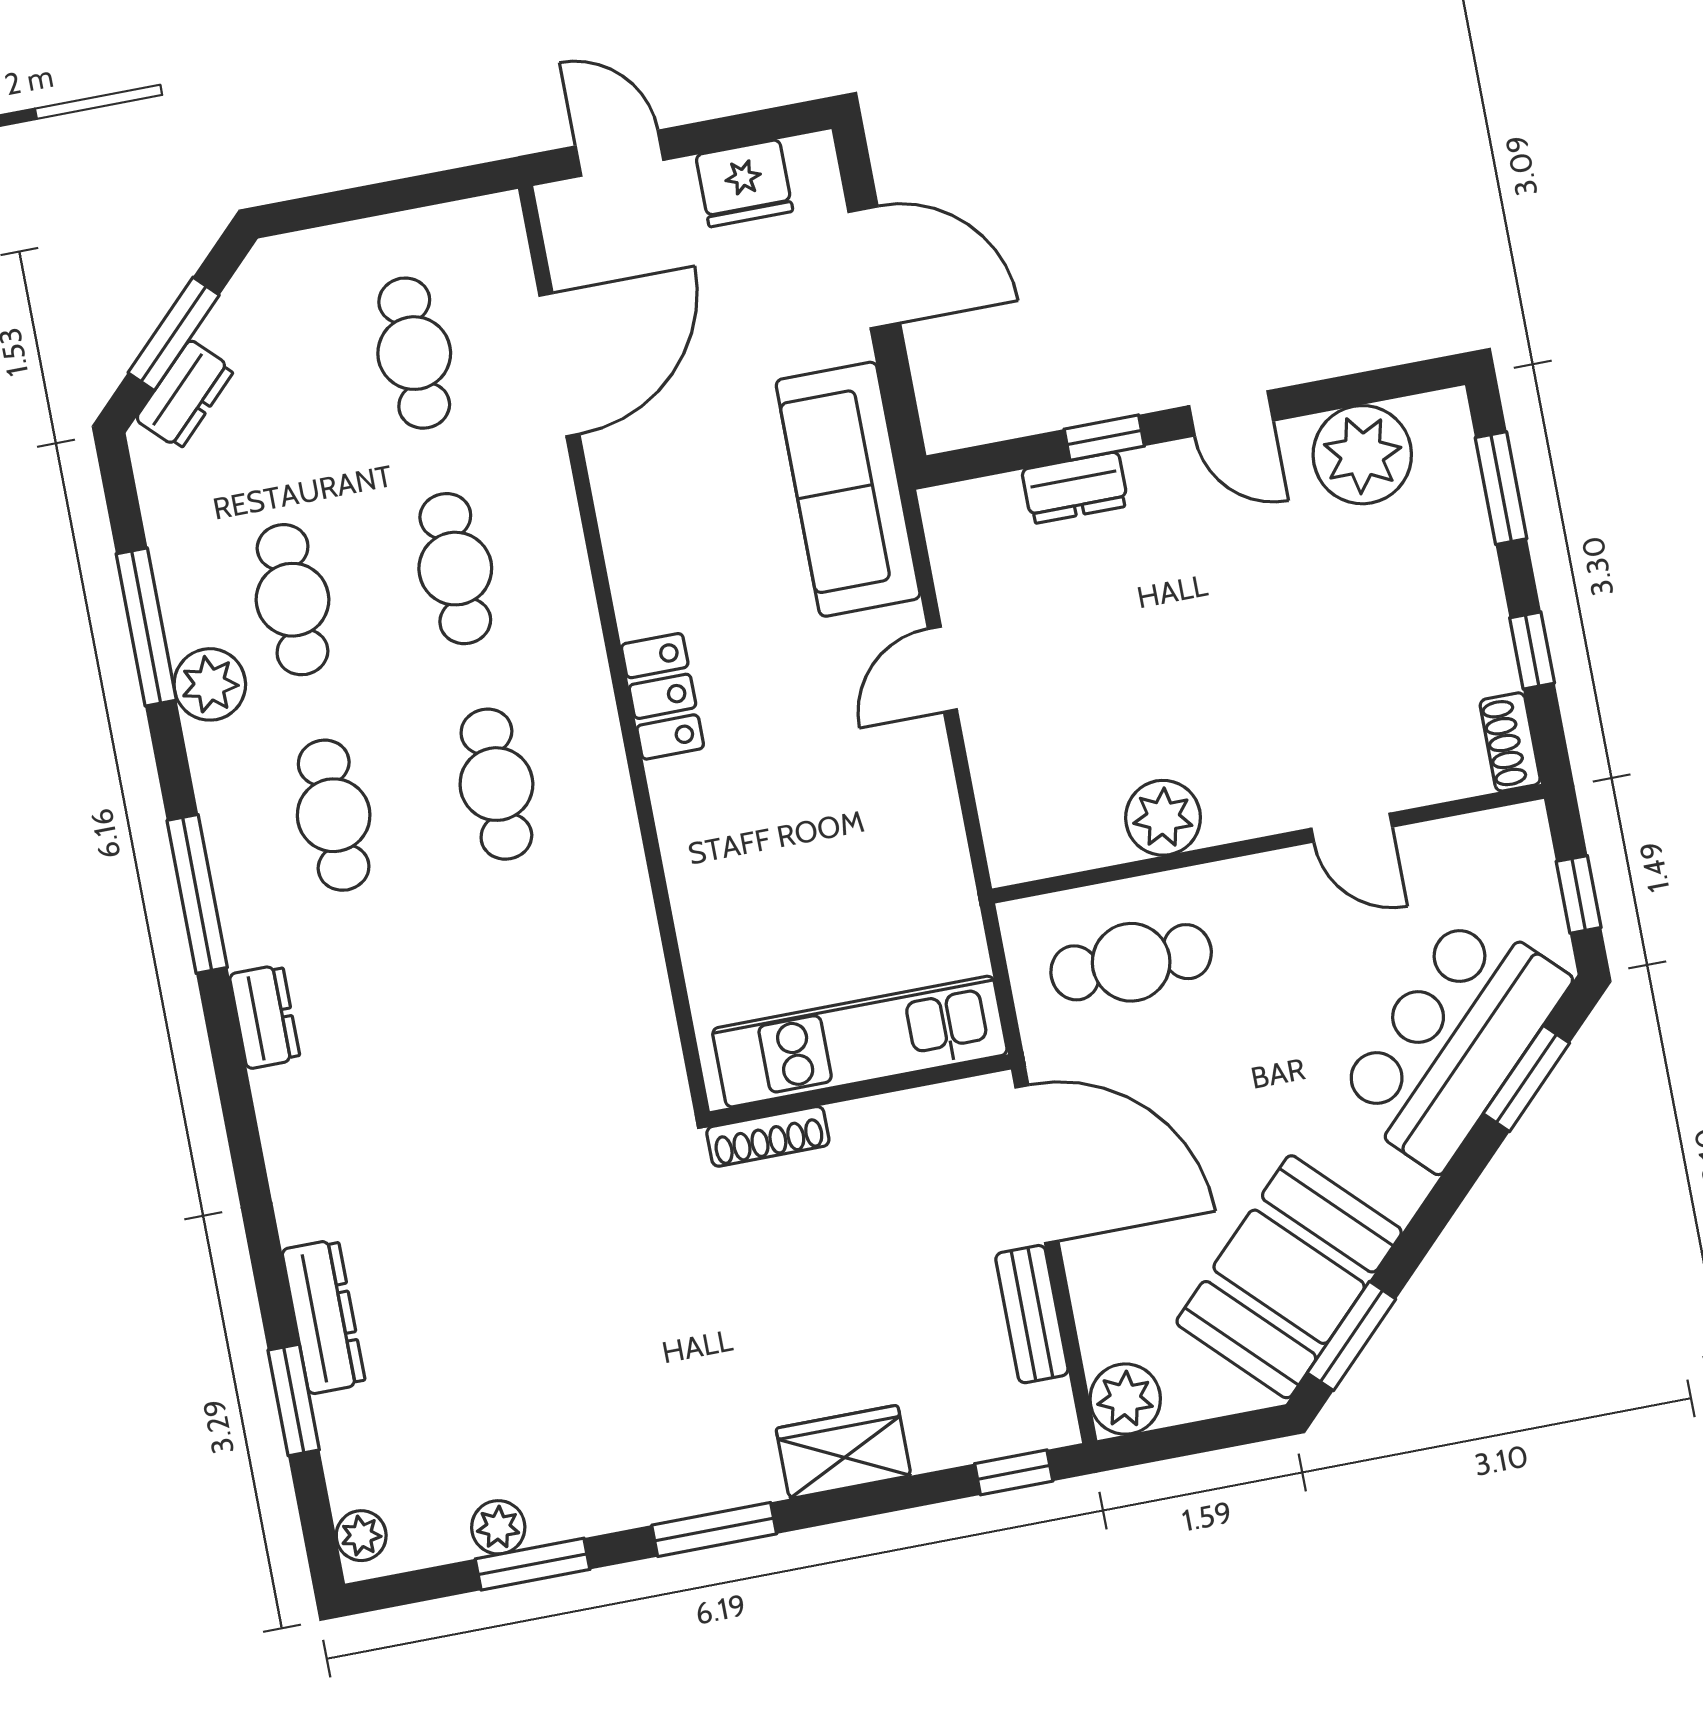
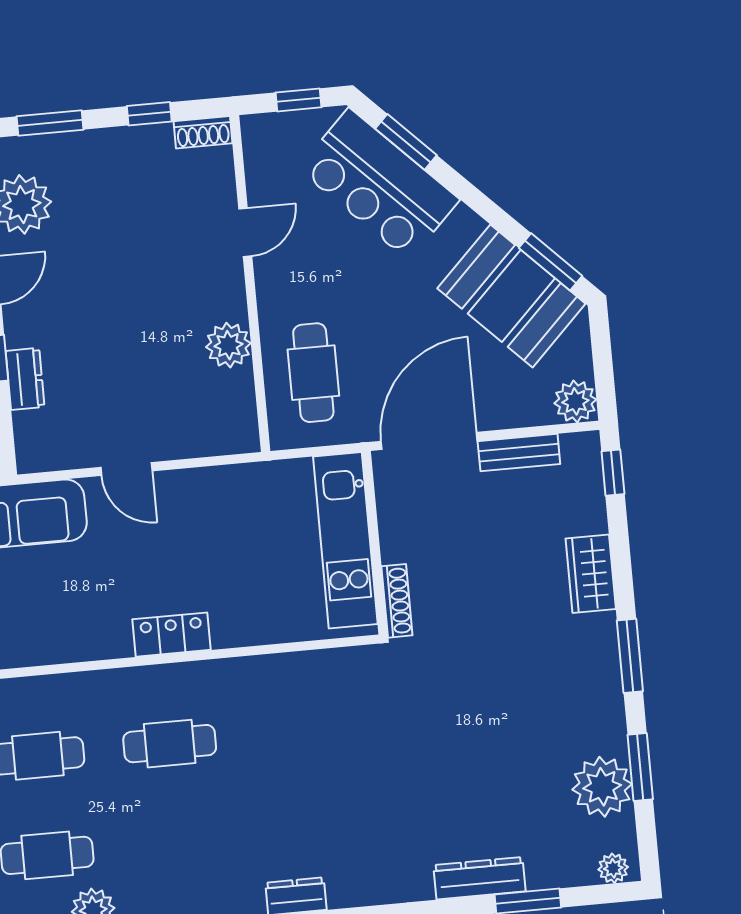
locker: (662, 696) -> (172, 635), moved
cafe table: (334, 815) -> (179, 843), removed
plant: (498, 1527) -> (602, 787), width x1.87, depth x1.87

